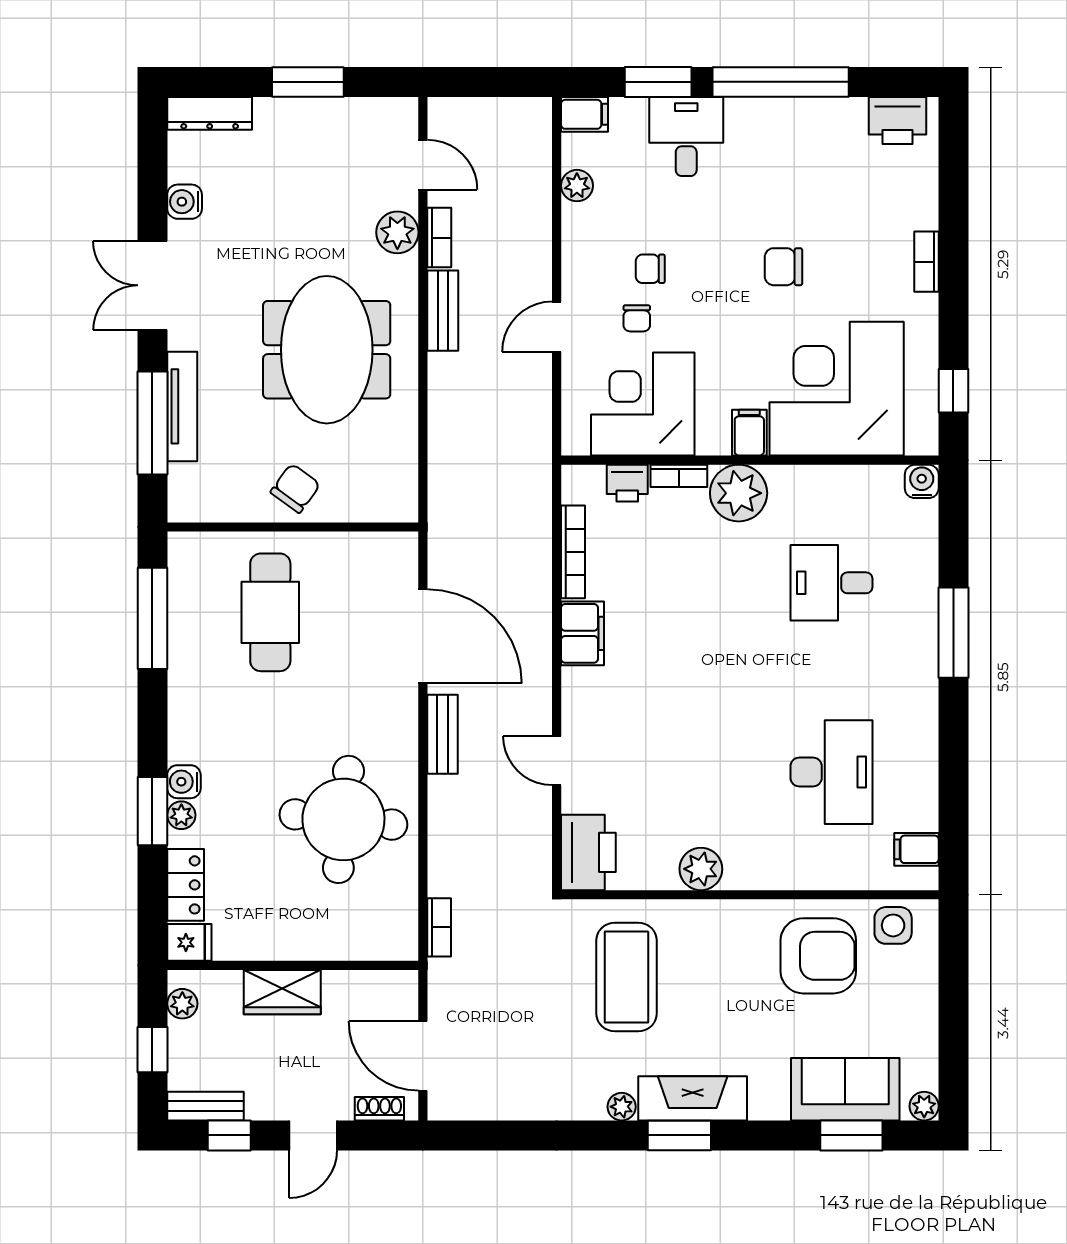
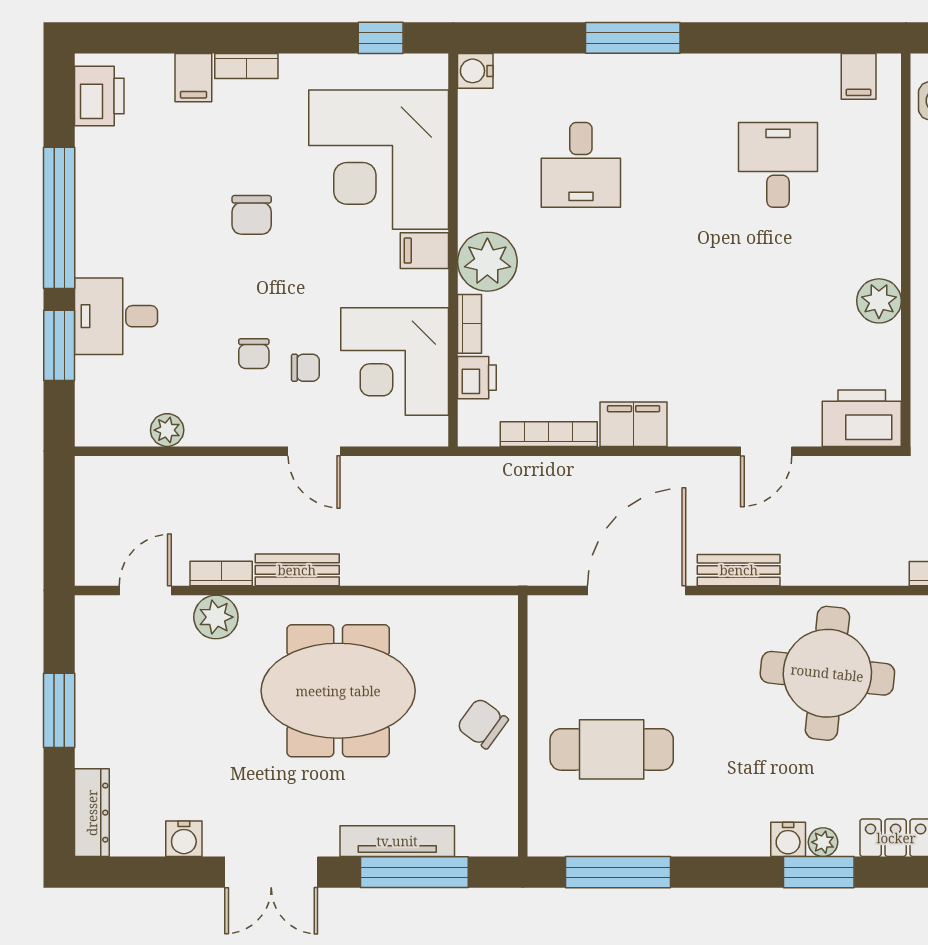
filing cabinet: (584, 114) -> (193, 78), moved, turned 180
desk: (831, 772) -> (778, 165), width x0.73

